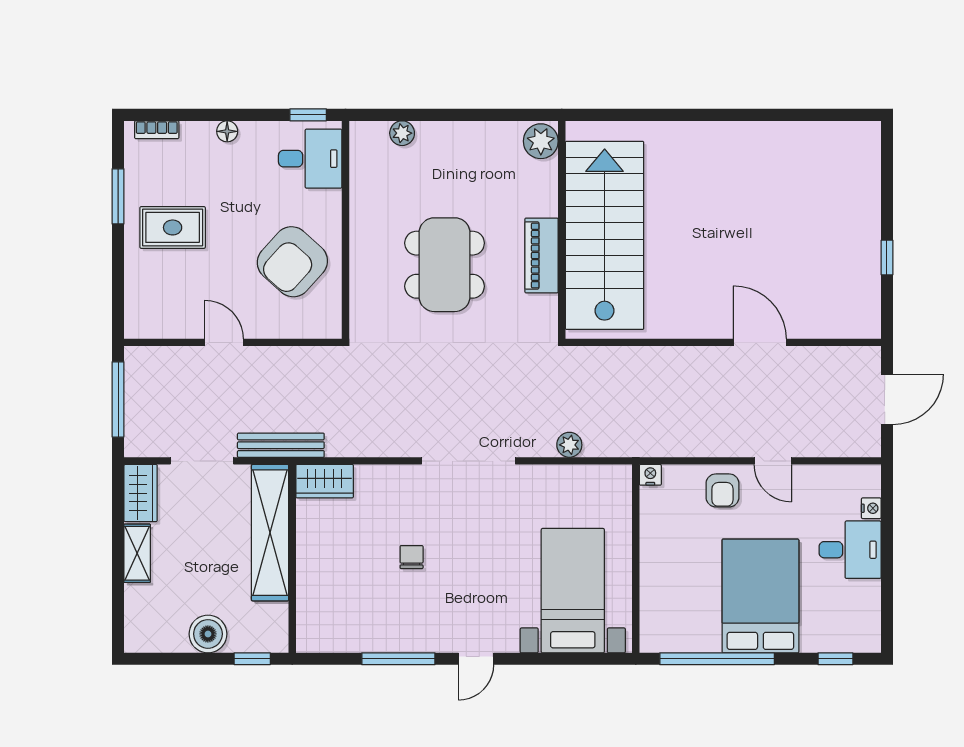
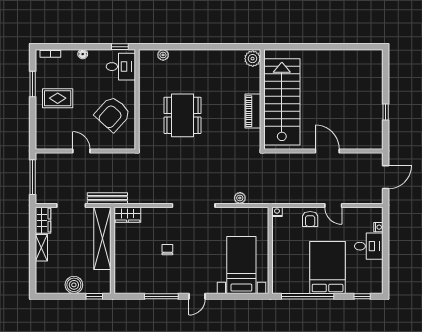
plant: (541, 141) -> (253, 59), moved
wall: (562, 230) -> (262, 99), moved
stairs: (605, 235) -> (282, 102), moved
piano: (541, 255) -> (253, 111), moved

